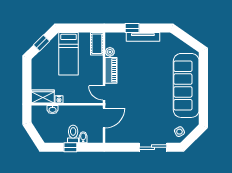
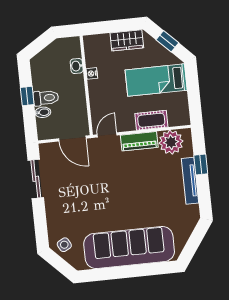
cot: (97, 44) -> (151, 120), moved
plant: (110, 52) -> (171, 142), width x1.88, depth x1.88
wardrobe: (43, 96) -> (127, 40), moved, turned 90
sliding door: (153, 147) -> (36, 179), moved

